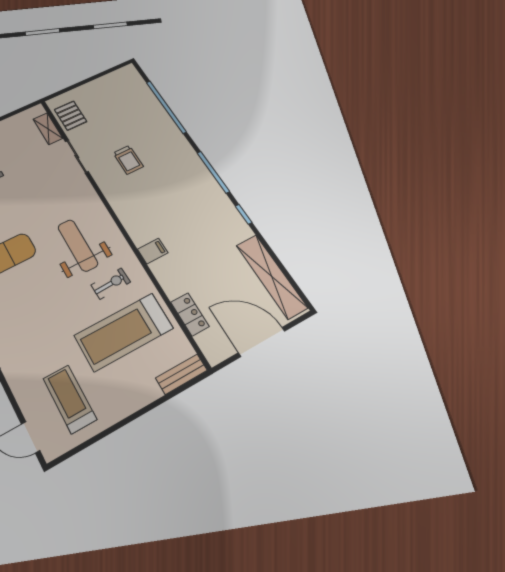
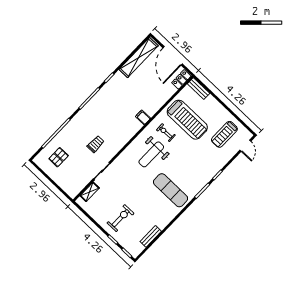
pallet: (70, 116) -> (59, 157), moved
locker: (190, 314) -> (181, 79), moved

